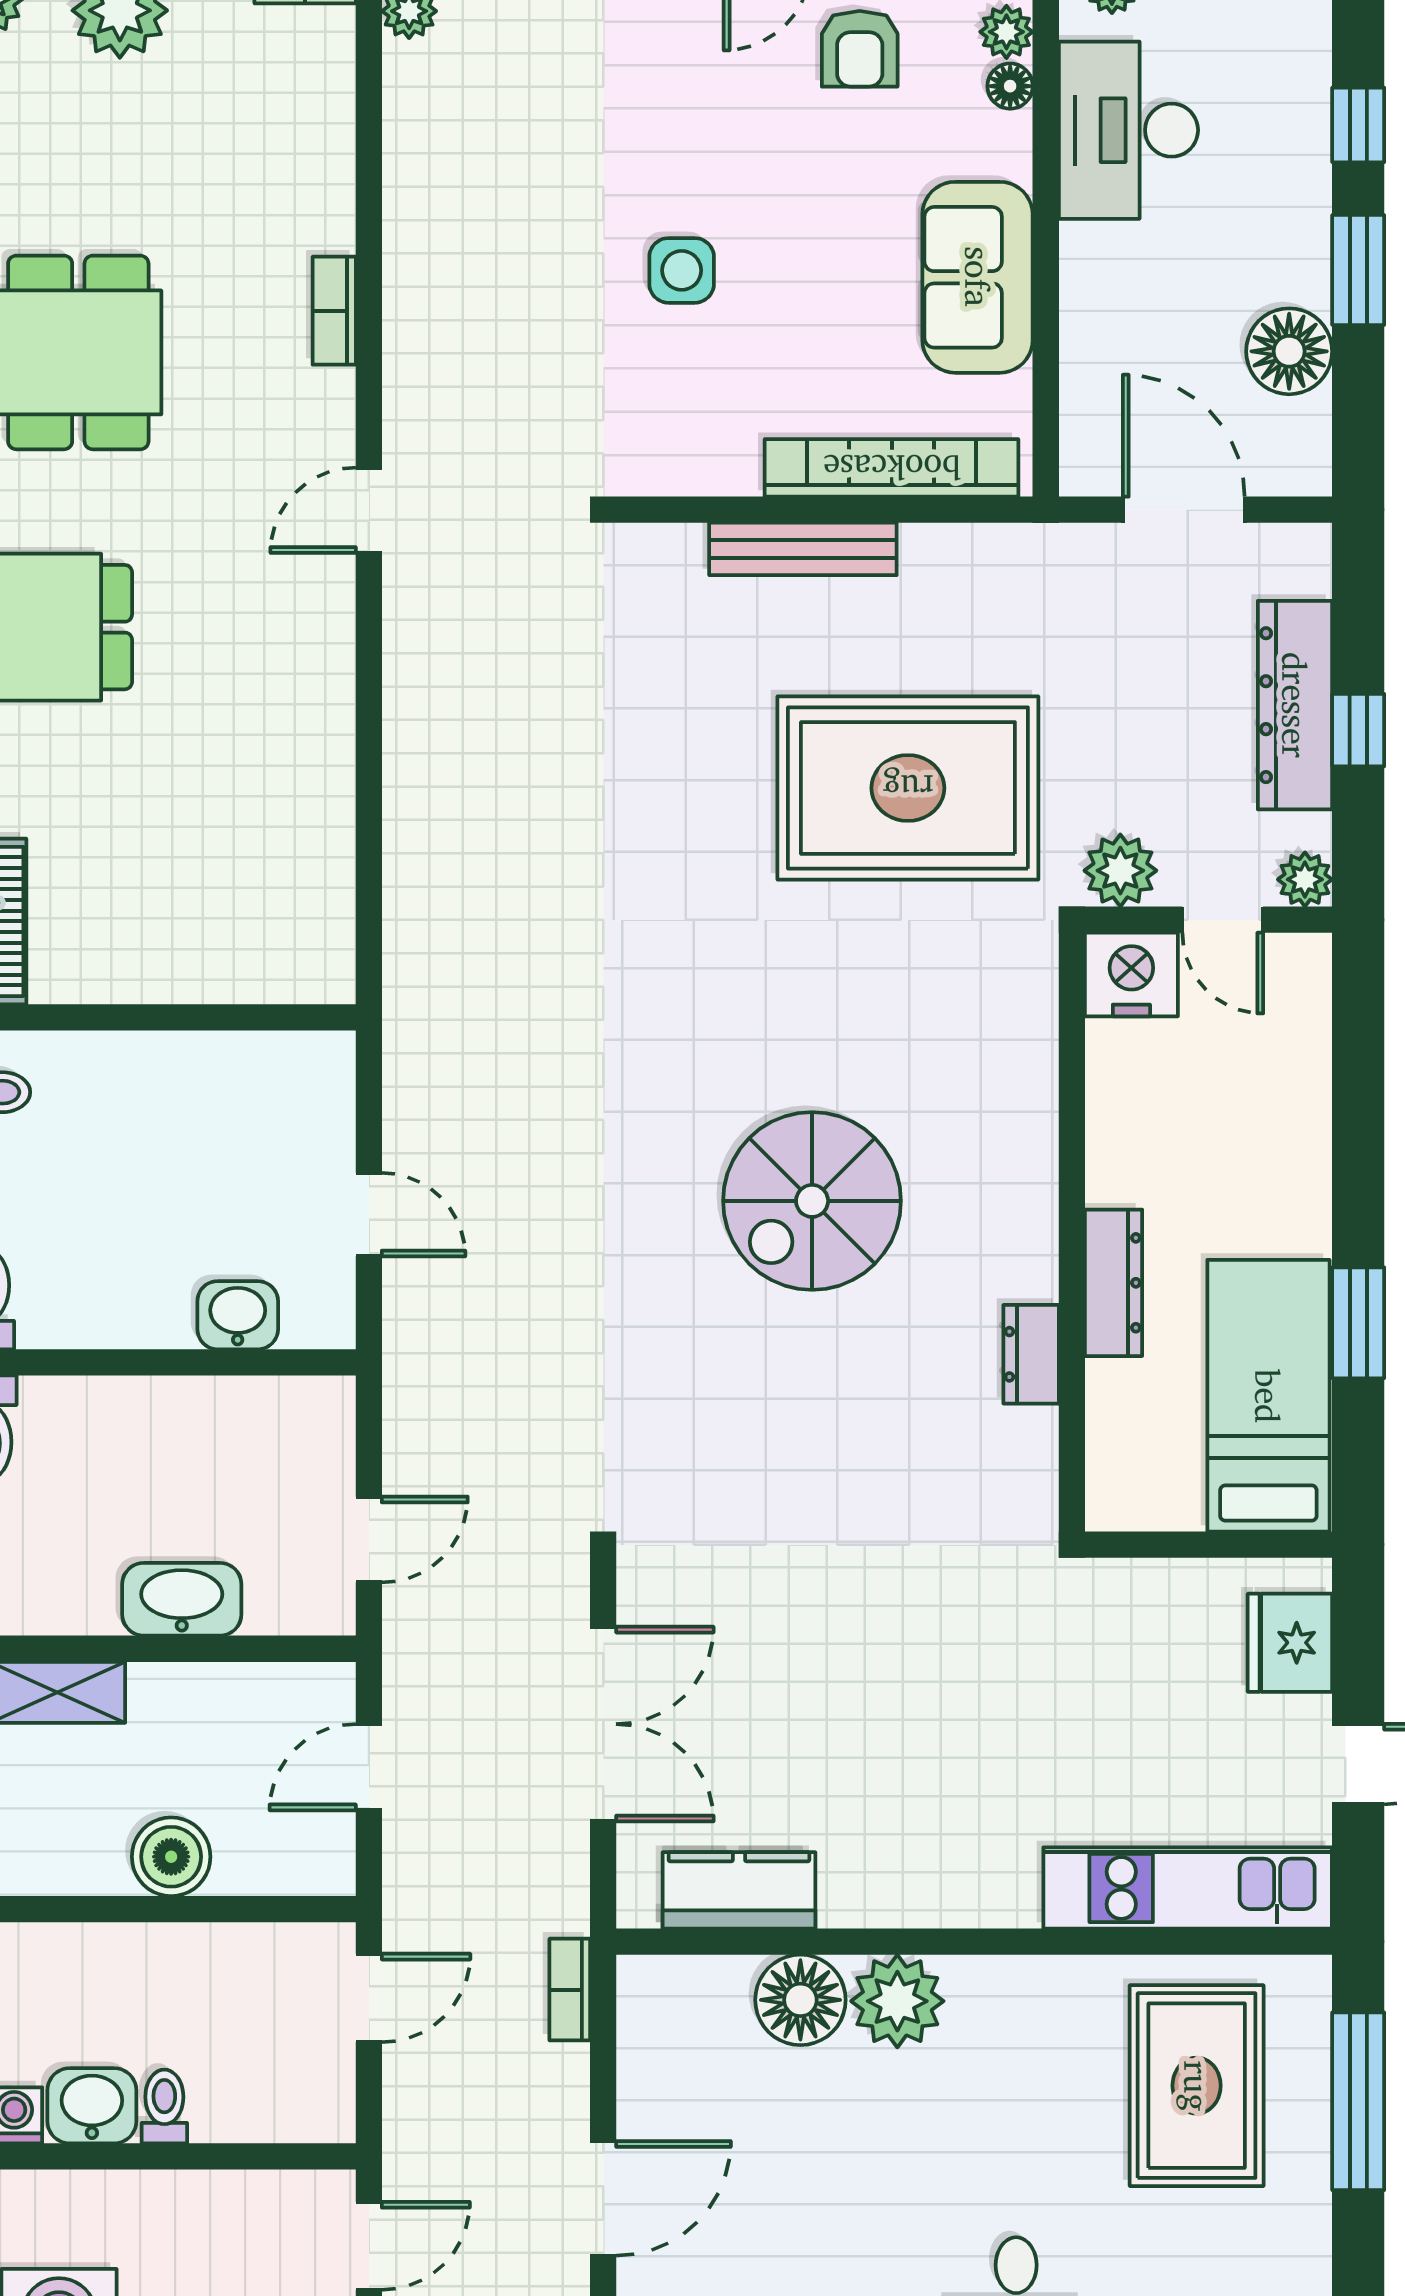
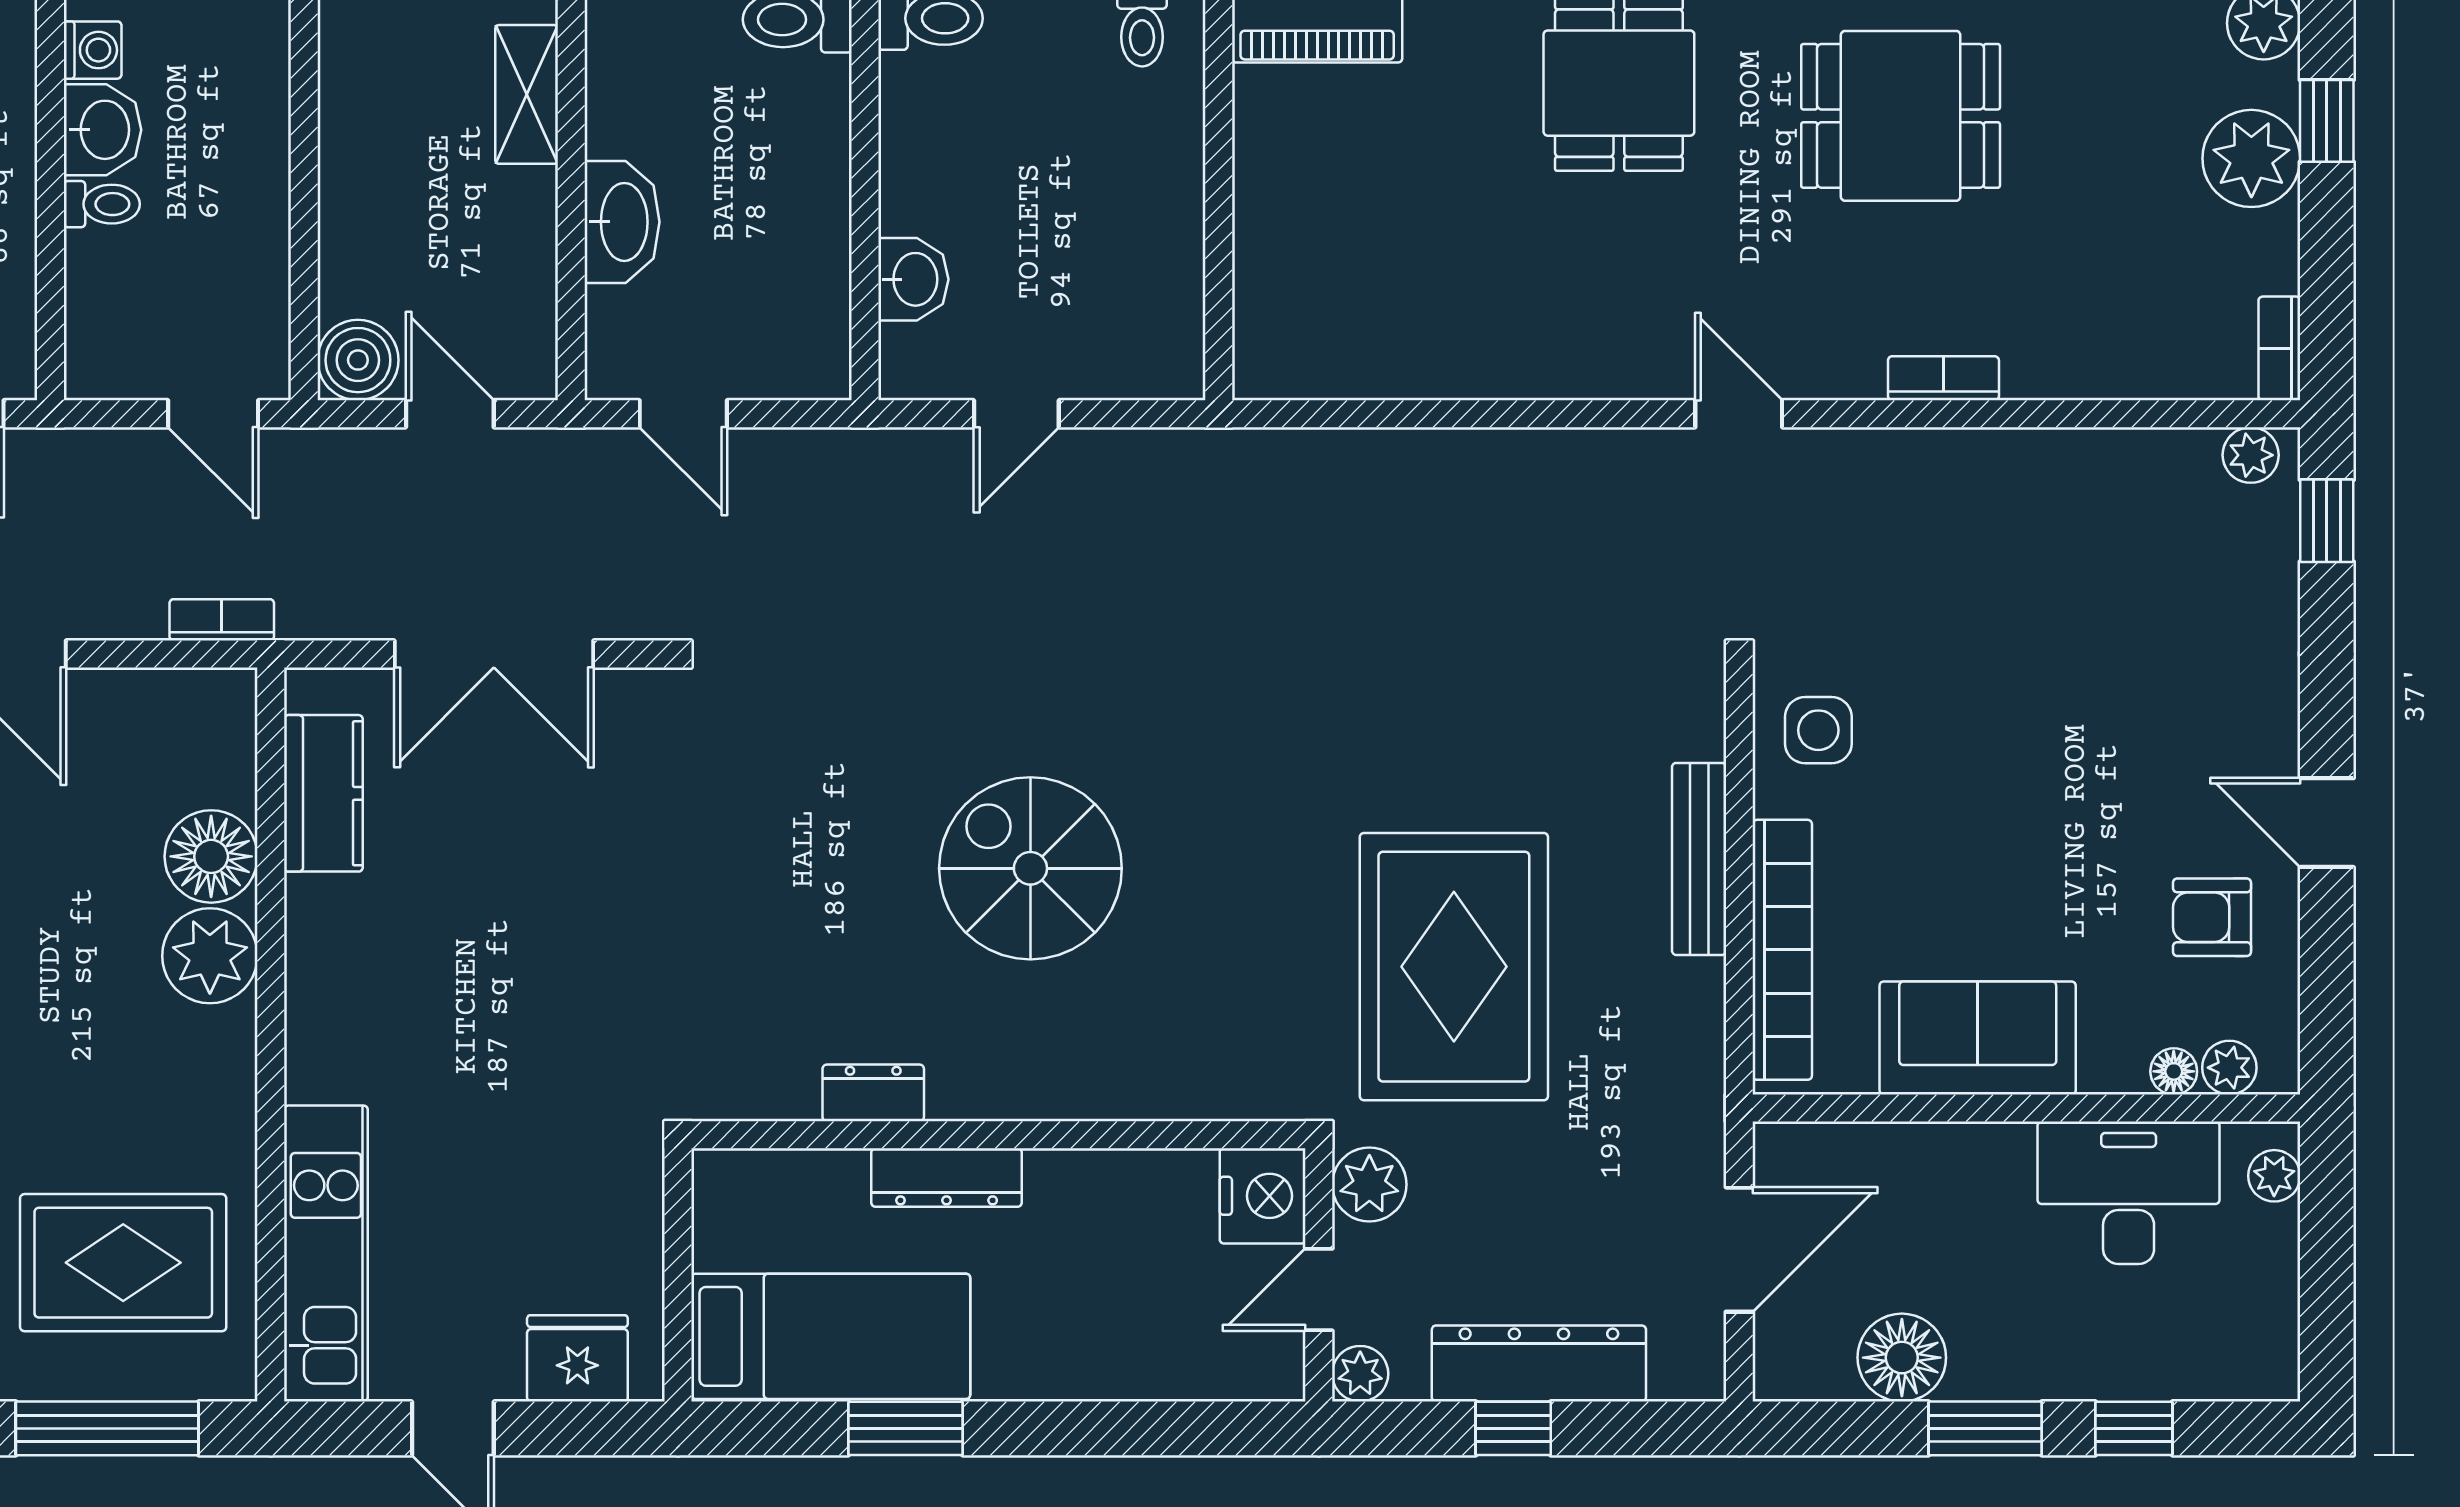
side table: (682, 270) -> (1818, 730), moved
boiler: (171, 1857) -> (358, 360), moved

